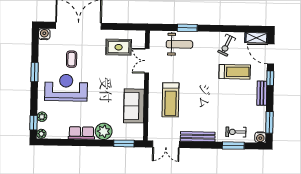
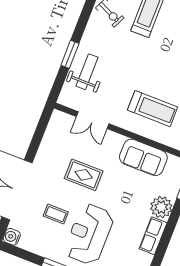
rug: (119, 47) -> (84, 175), moved, turned 90

